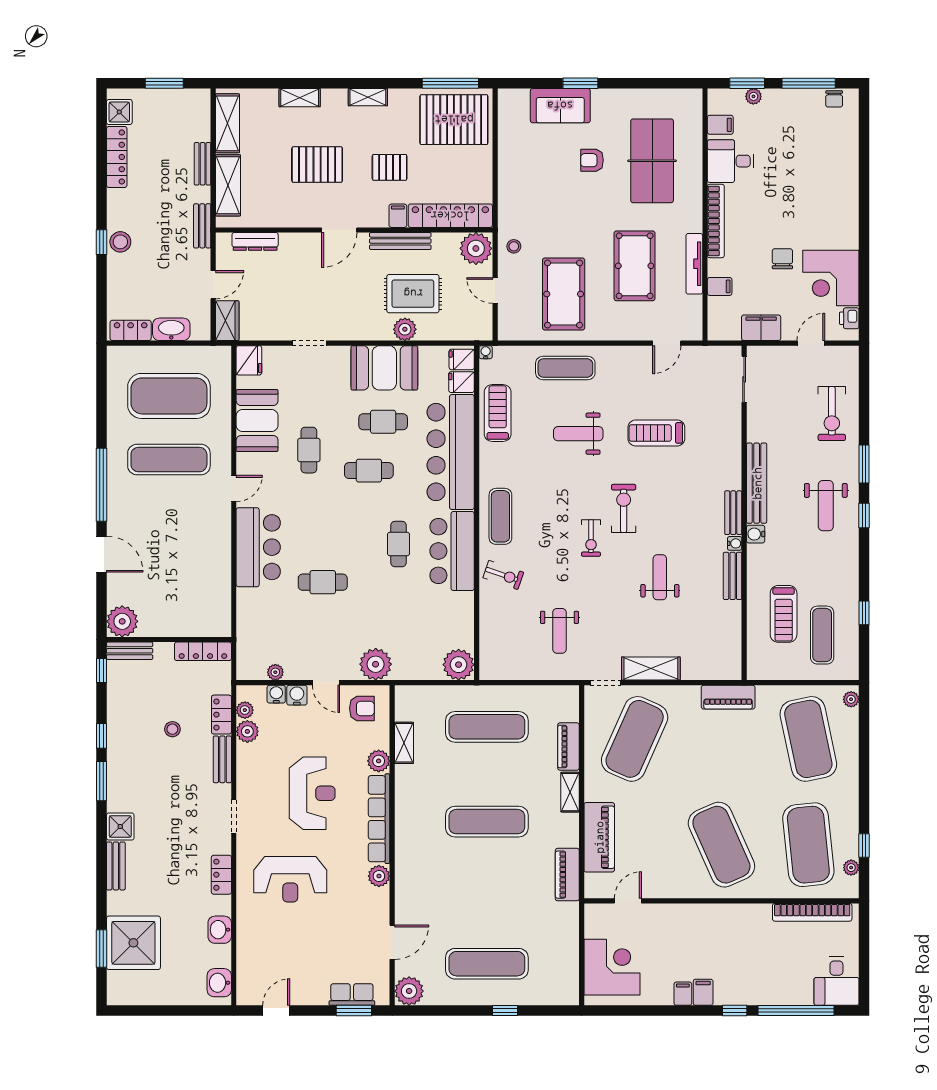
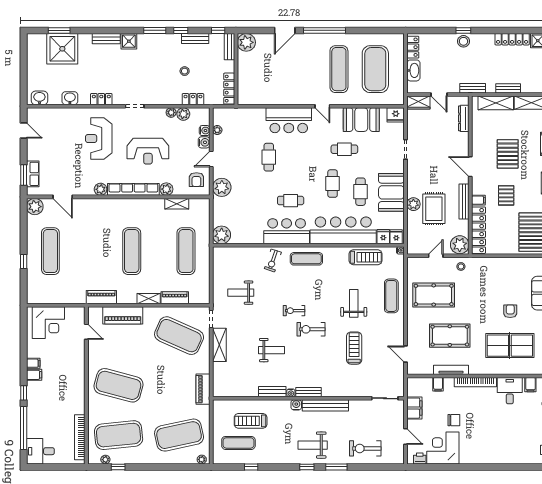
exercise bike: (624, 508) -> (311, 329), turned 180
plant: (245, 710) -> (171, 113), moved
bench: (222, 759) -> (195, 39), moved
exercise mat: (721, 845) -> (119, 385), turned 39

